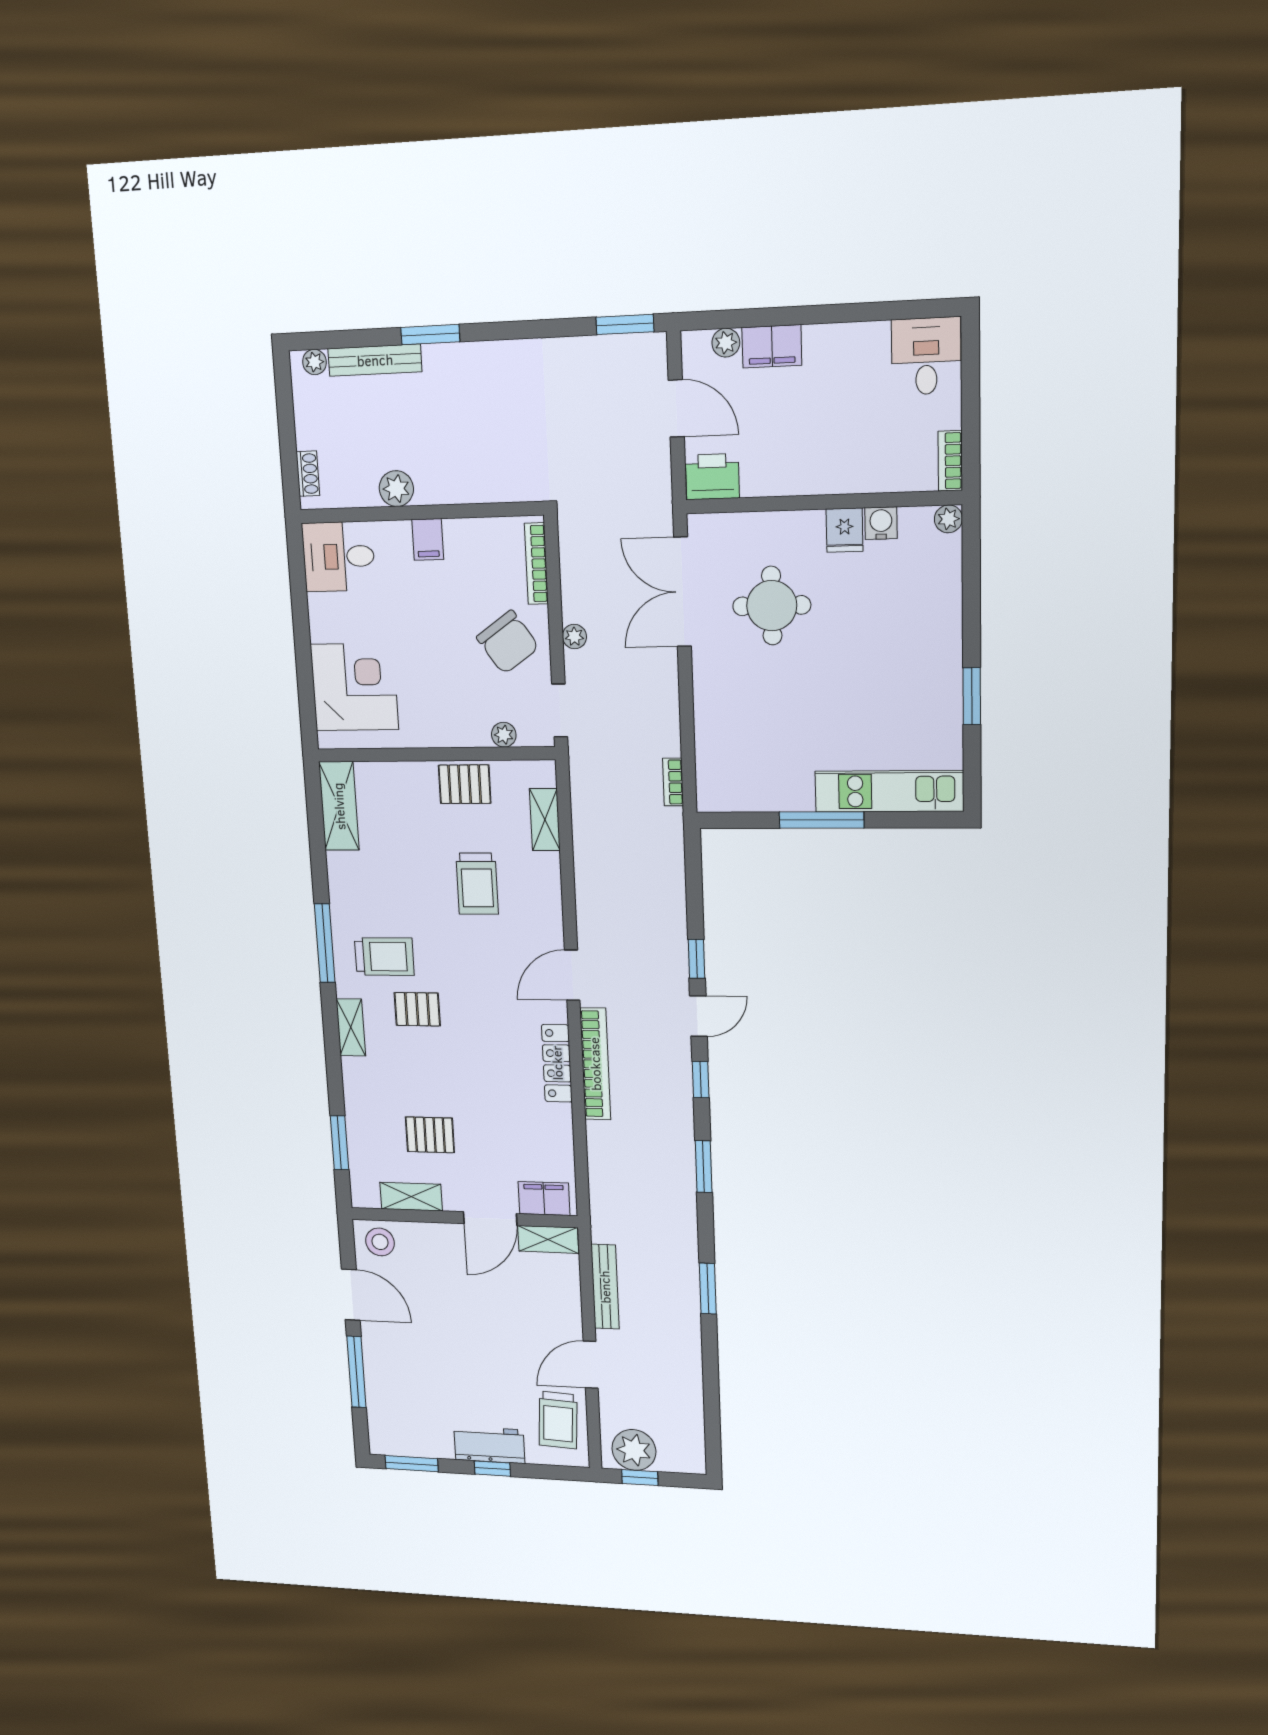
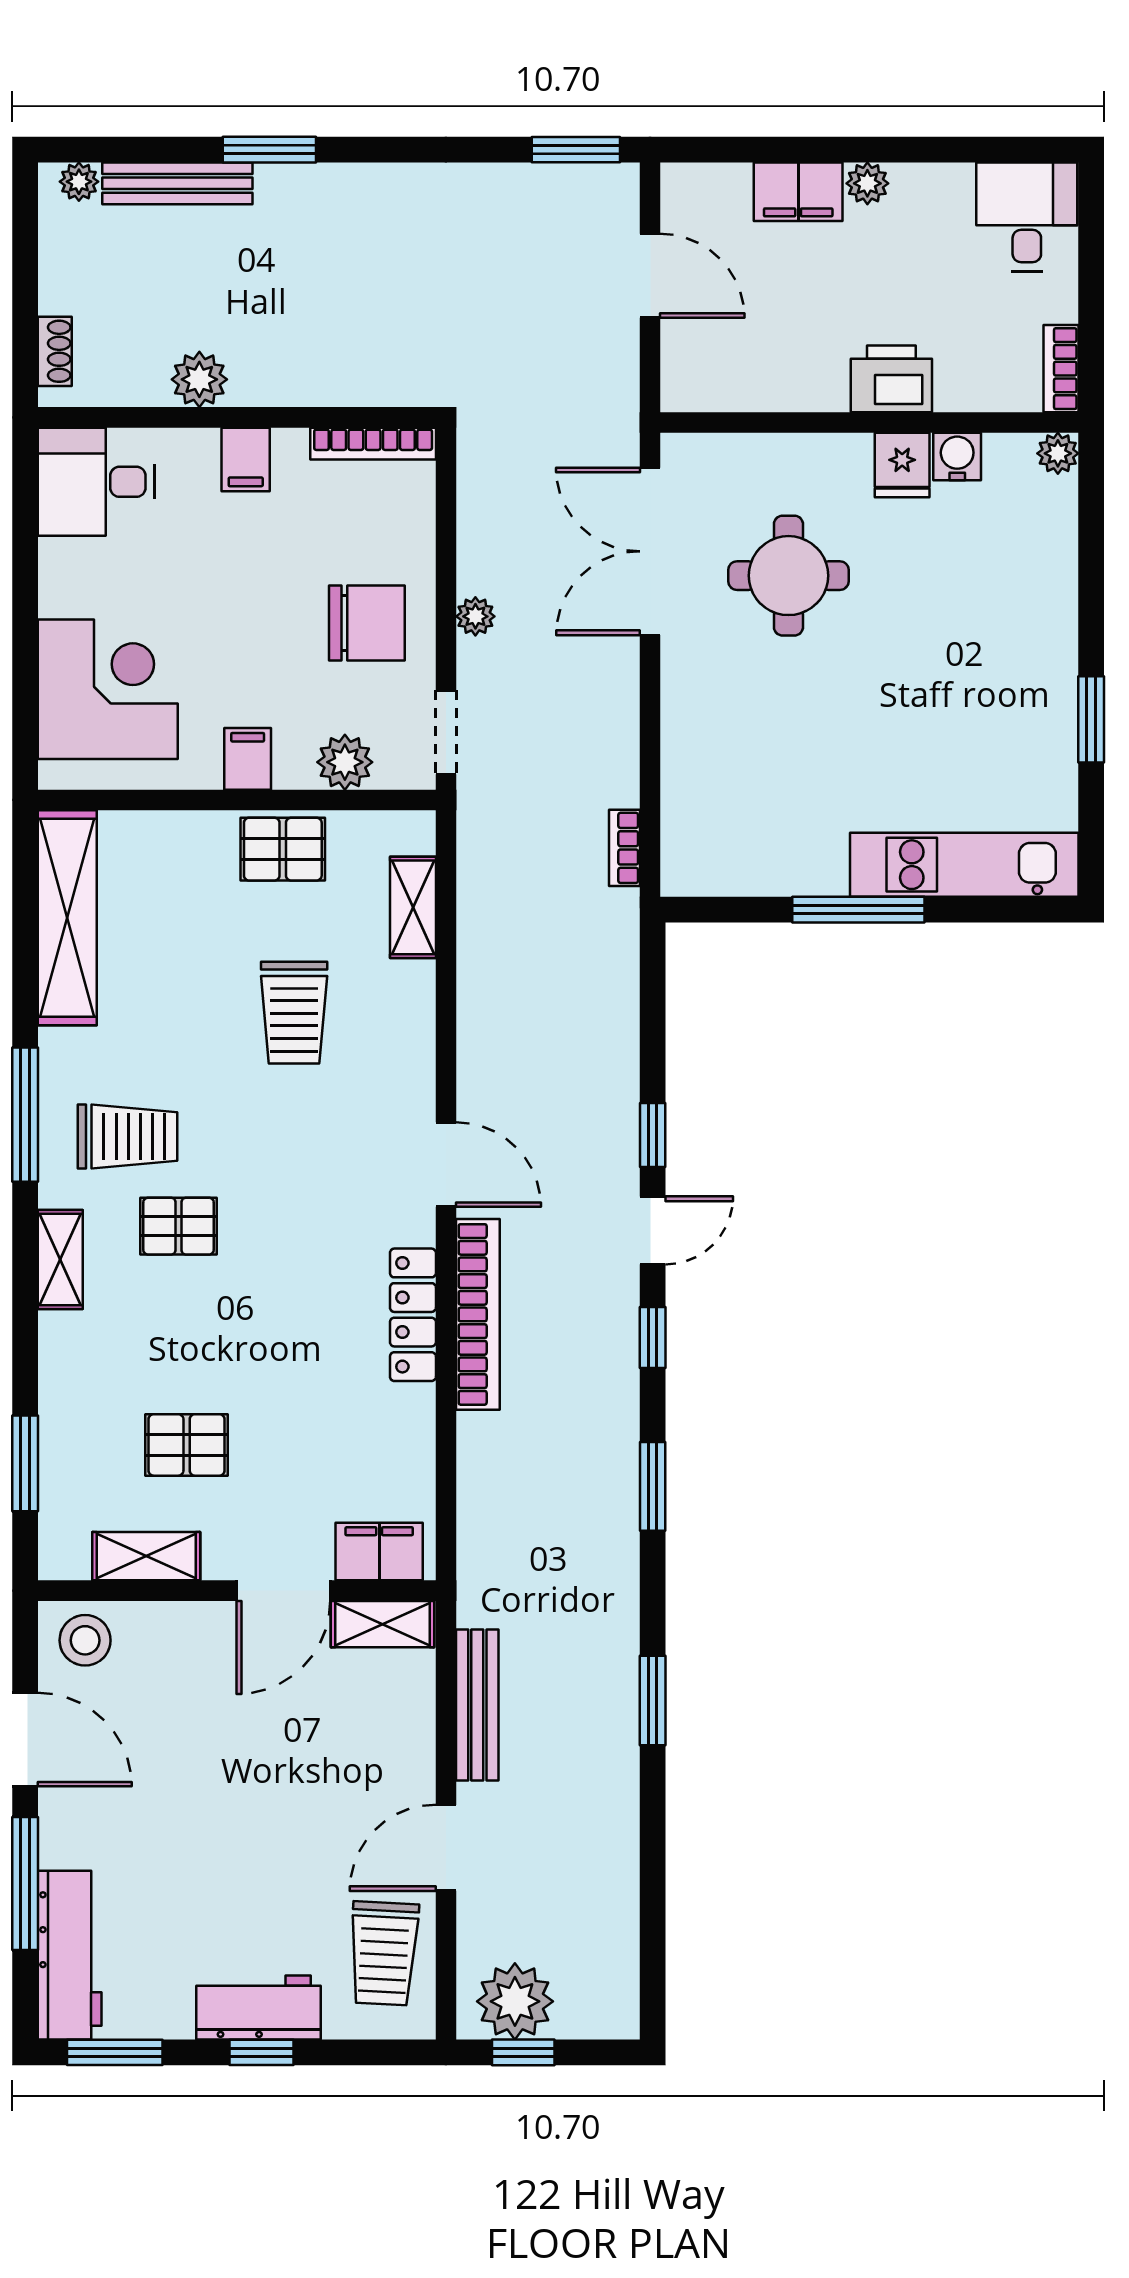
plant: (726, 343) -> (867, 183), moved
printer: (712, 477) -> (891, 379), moved
bookcase: (536, 564) -> (373, 444), moved, turned -90
chair: (508, 642) -> (367, 623), turned -55
filing cabinet: (440, 729) -> (248, 759), added
plant: (504, 735) -> (345, 762), width x1.38, depth x1.38
shelving: (339, 806) -> (67, 918), width x1.47
door: (572, 975) -> (446, 1165), swing flipped
workbench: (383, 1411) -> (70, 1955), added

